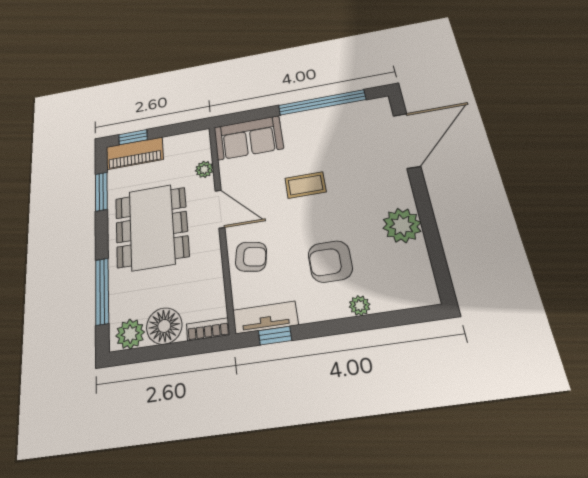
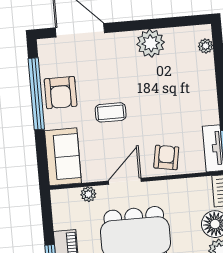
coffee table: (305, 185) -> (111, 112), turned 90
armchair: (330, 261) -> (61, 93), moved
plant: (360, 306) -> (206, 46), moved

